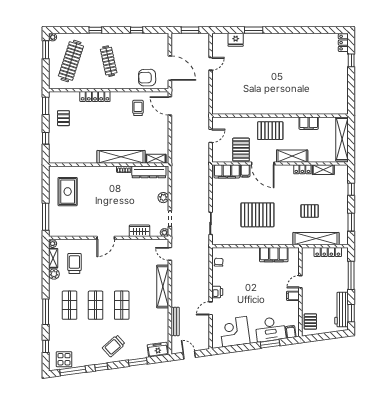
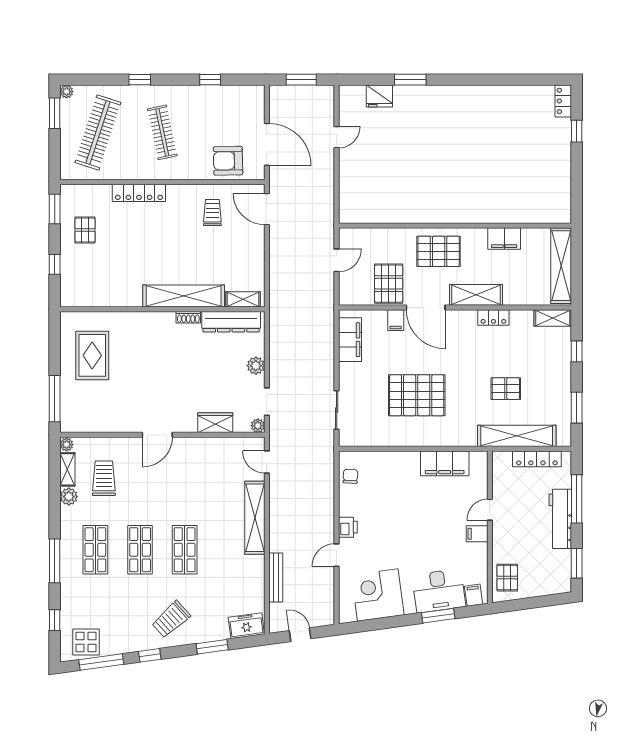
shelving: (323, 170) -> (553, 318), moved
filing cabinet: (227, 171) -> (350, 340), moved, turned -90
workbench: (341, 310) -> (560, 519), moved

